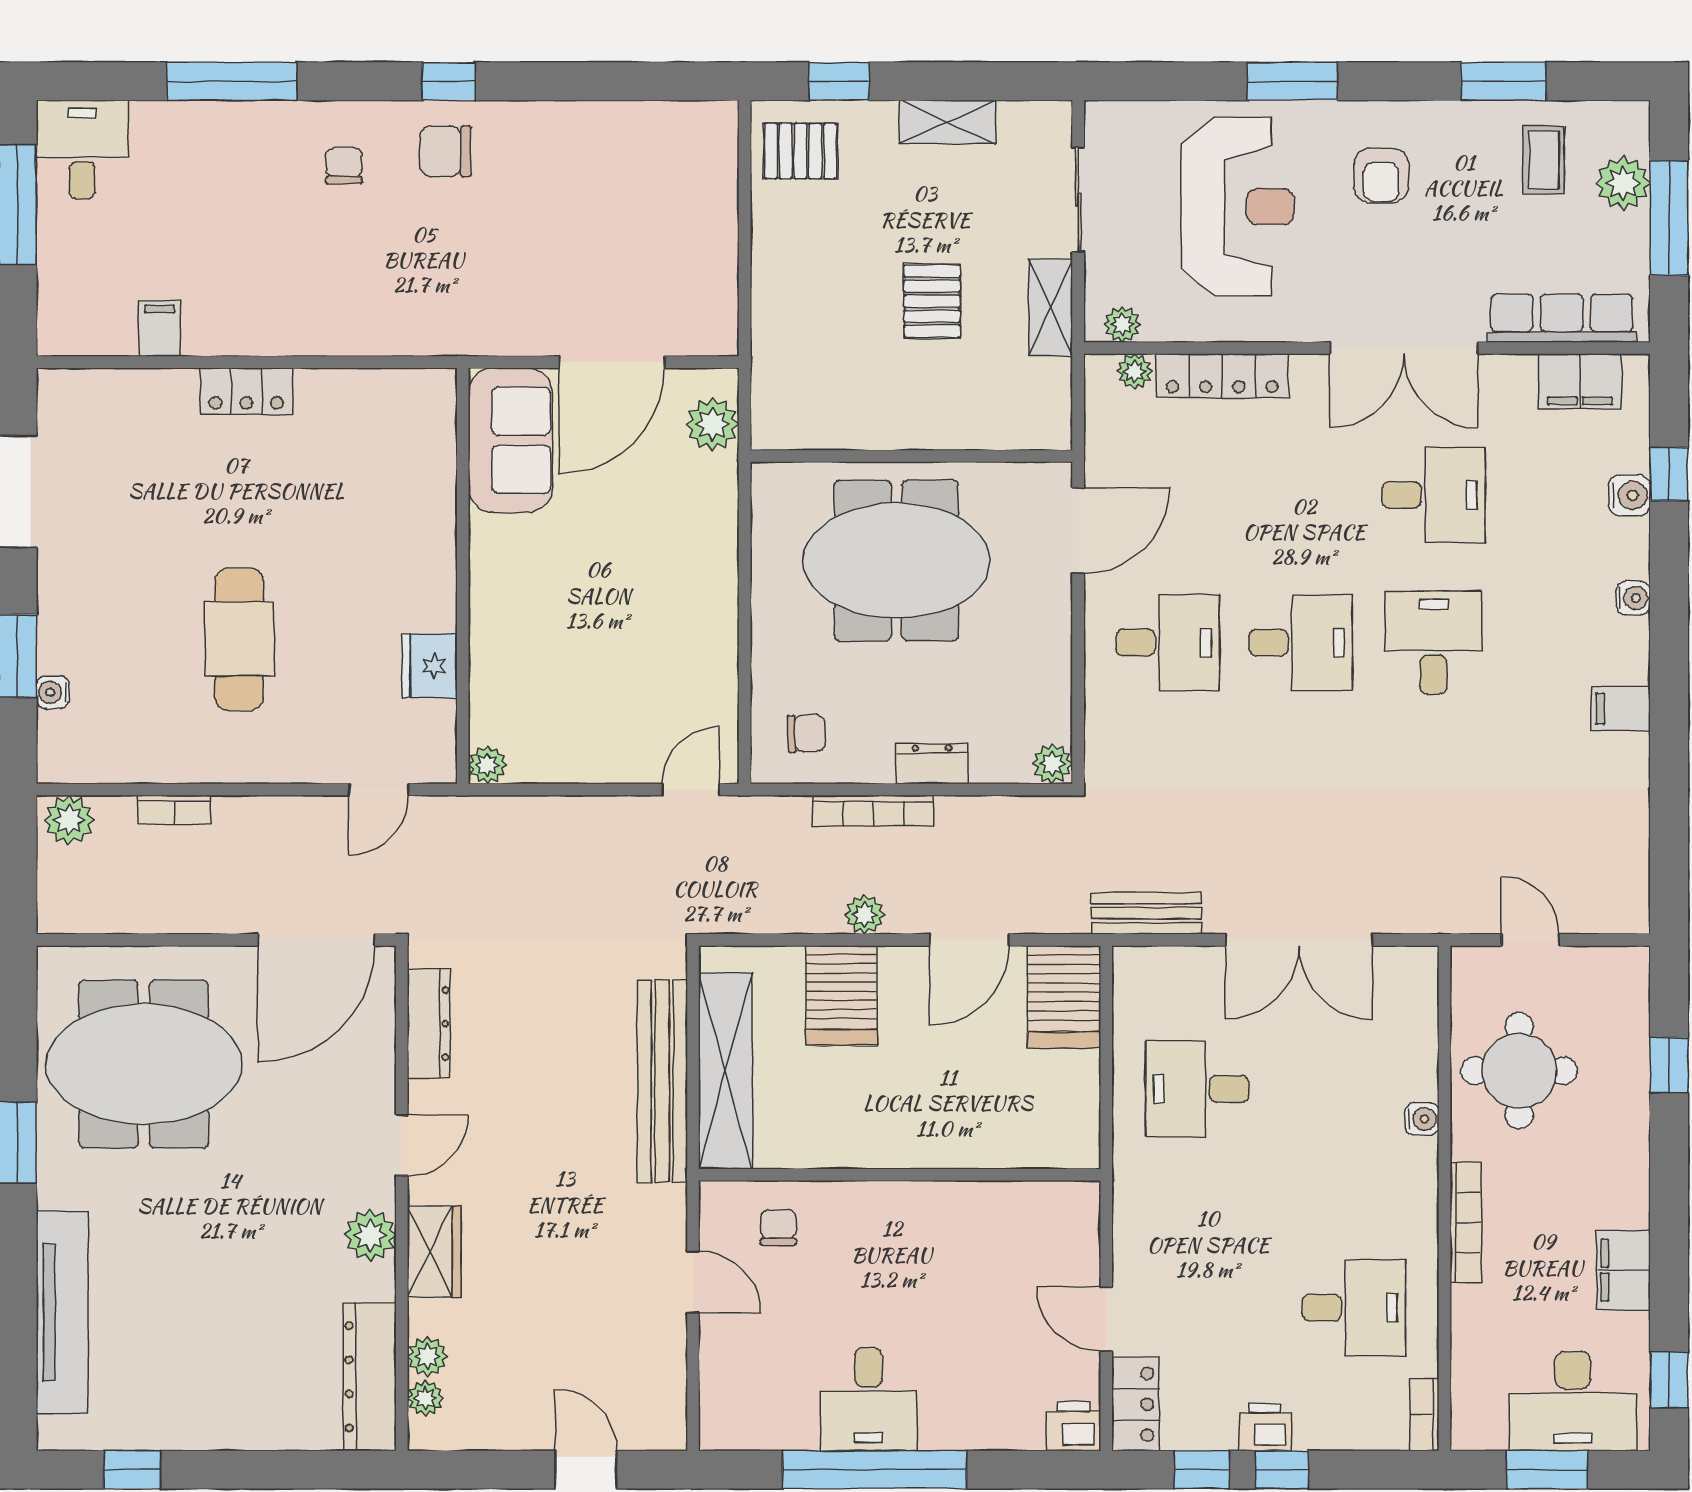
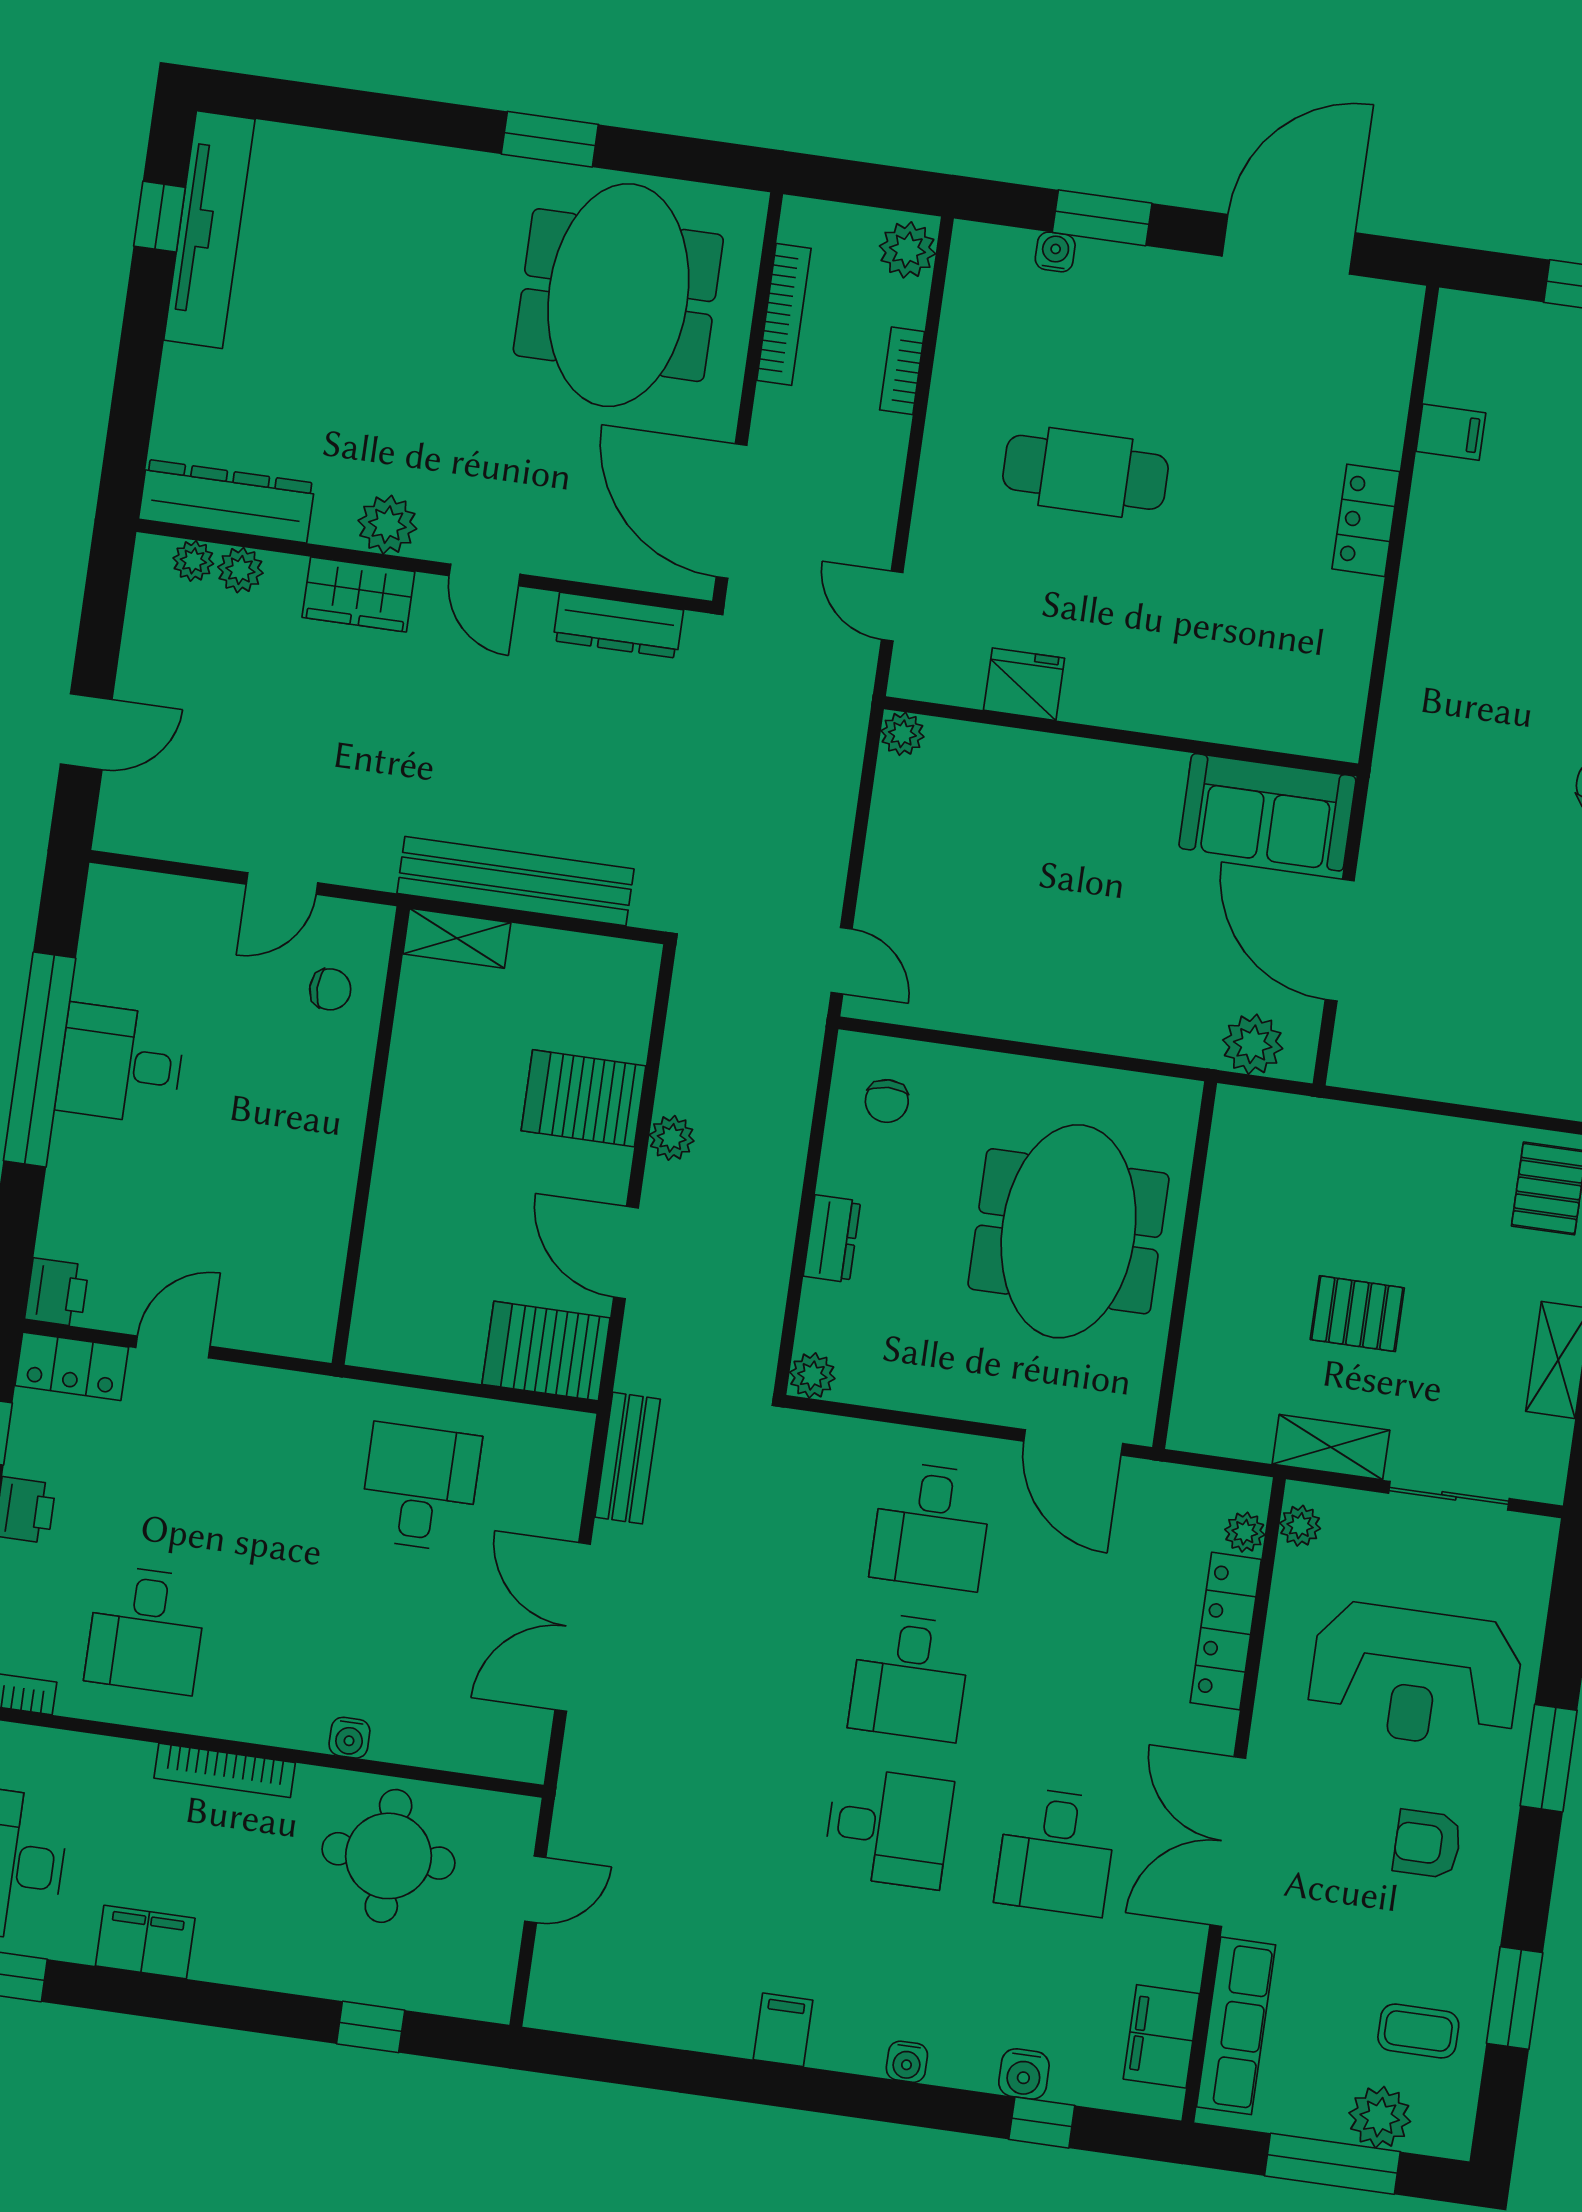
bookcase: (873, 811) -> (784, 314), moved, turned 180
shelving: (725, 1071) -> (457, 938), width x0.45, depth x0.75
tv unit: (62, 1312) -> (209, 230), moved, turned -90

